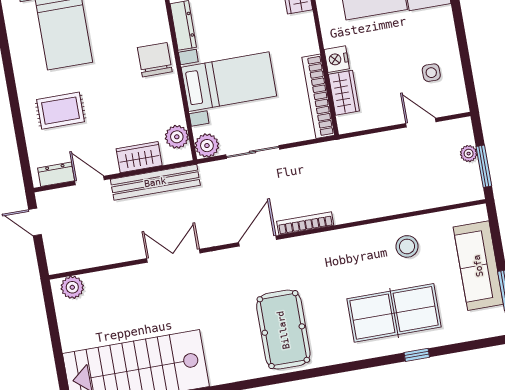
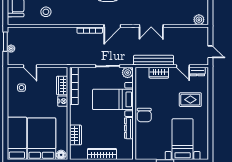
plant: (177, 137) -> (140, 79), removed

